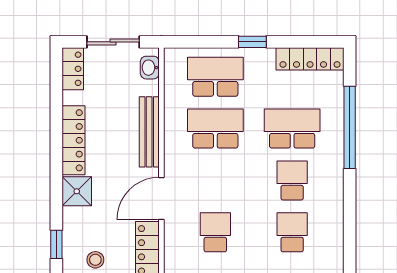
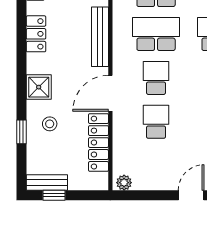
locker: (73, 140) -> (36, 34), width x0.66
school desk: (215, 180) -> (156, 78), added
stool: (95, 260) -> (50, 124), moved

